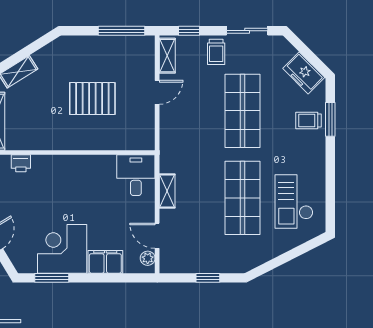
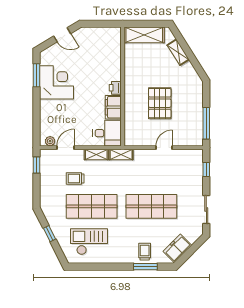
trolley: (216, 52) -> (75, 178), moved
shelving: (167, 56) -> (121, 155), moved
door: (157, 92) -> (164, 148), swing flipped
printer: (21, 163) -> (115, 88), moved
window: (282, 259) -> (49, 234), added
filing cabinet: (105, 262) -> (113, 107), moved, turned 180
window: (208, 278) -> (37, 165), moved

